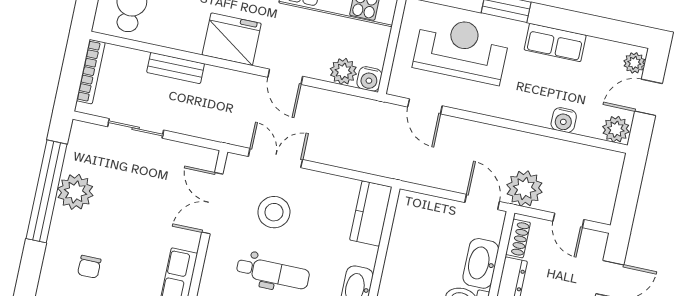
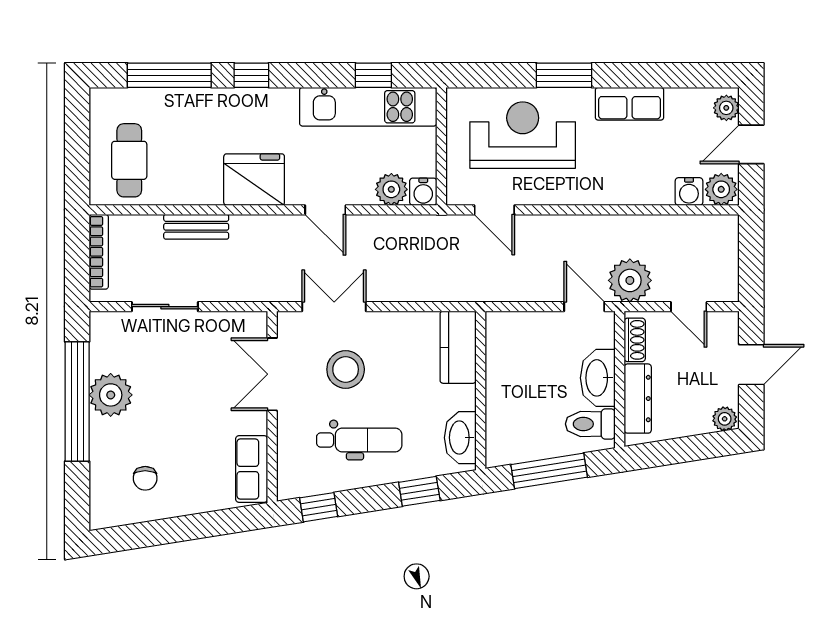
water cooler: (564, 120) -> (689, 192), moved

